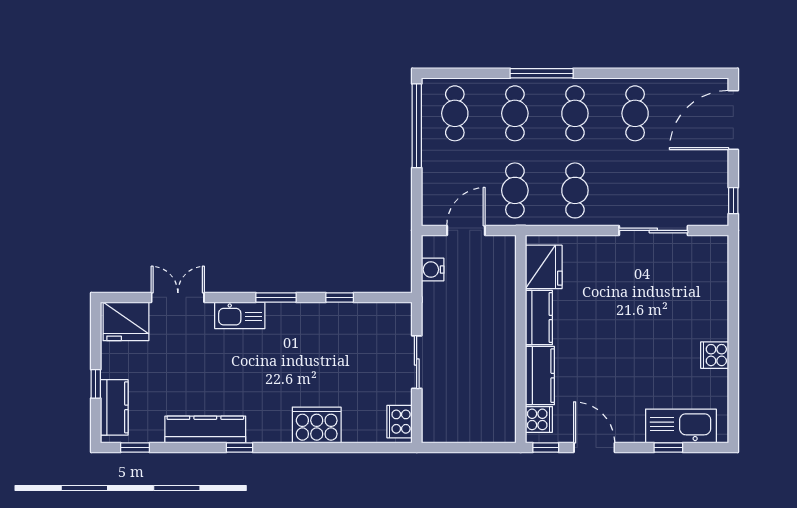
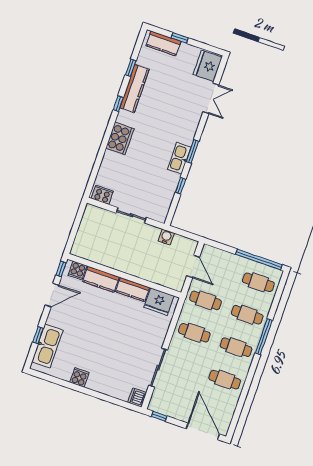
dishwasher: (715, 248) -> (137, 398), added
water cooler: (433, 270) -> (166, 237), moved
kitchen sink: (240, 315) -> (179, 158), moved
cooker: (317, 425) -> (120, 138), moved
window: (135, 448) -> (131, 68), moved

